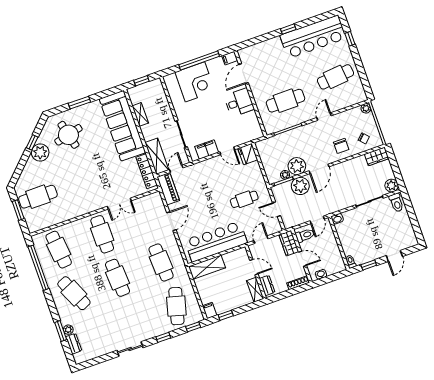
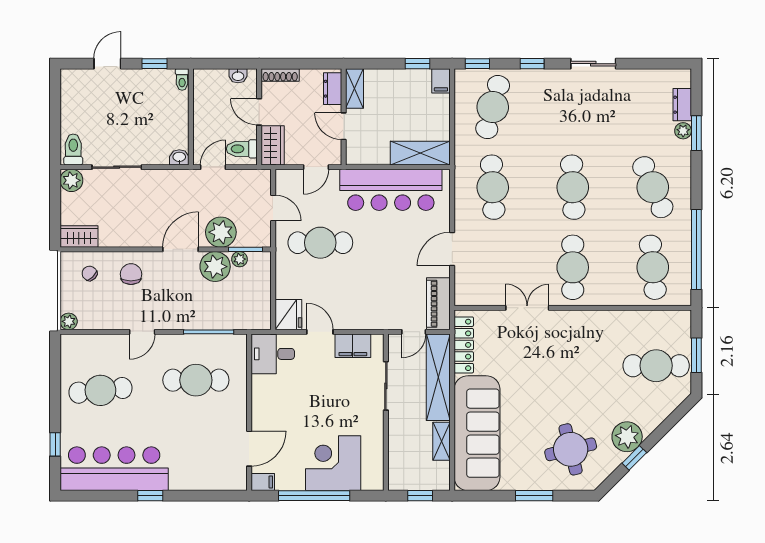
desk: (239, 102) -> (273, 354), moved
shelving: (157, 156) -> (438, 377), width x1.47
cafe table: (244, 199) -> (320, 243), width x1.37, depth x1.35

